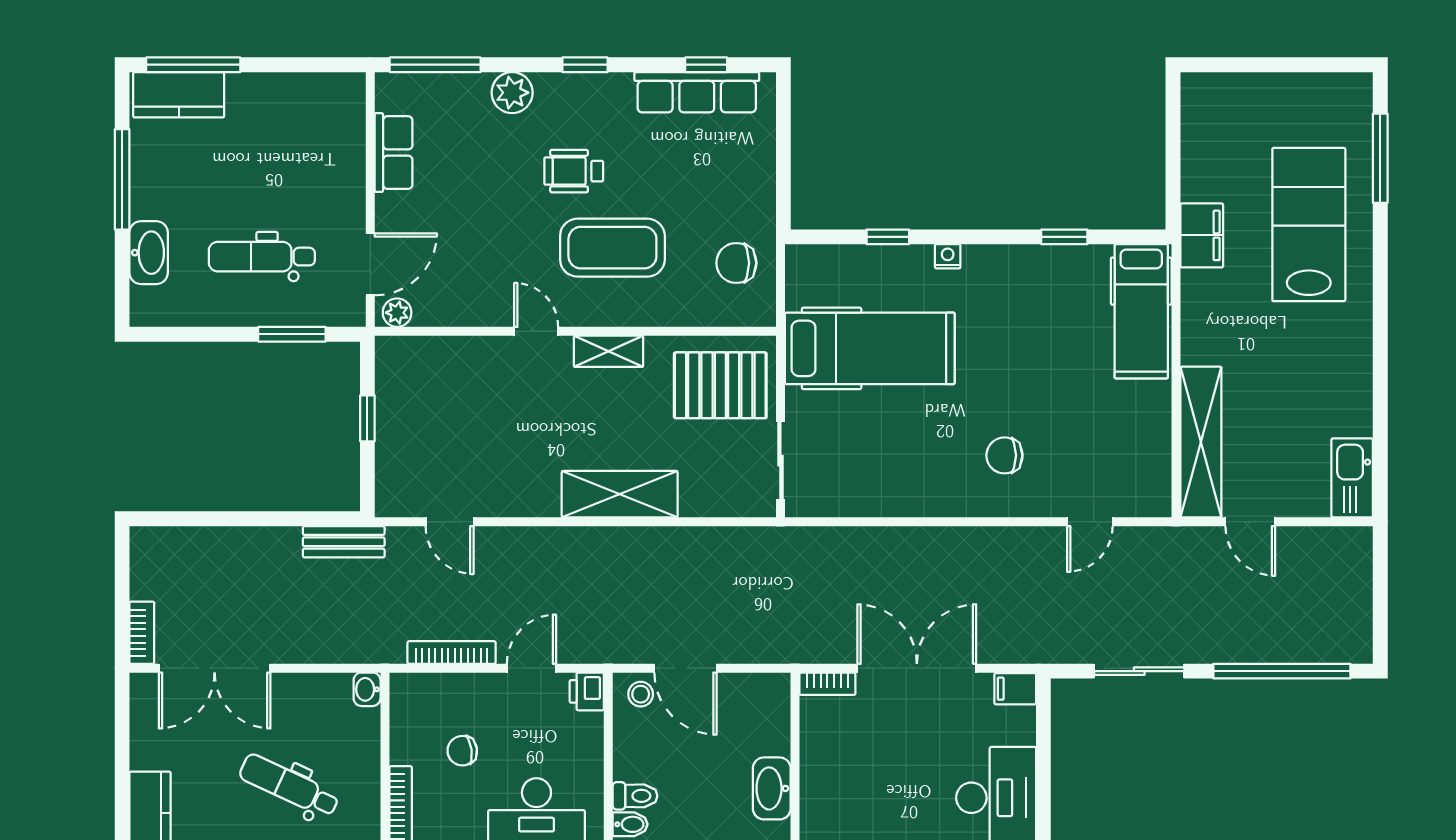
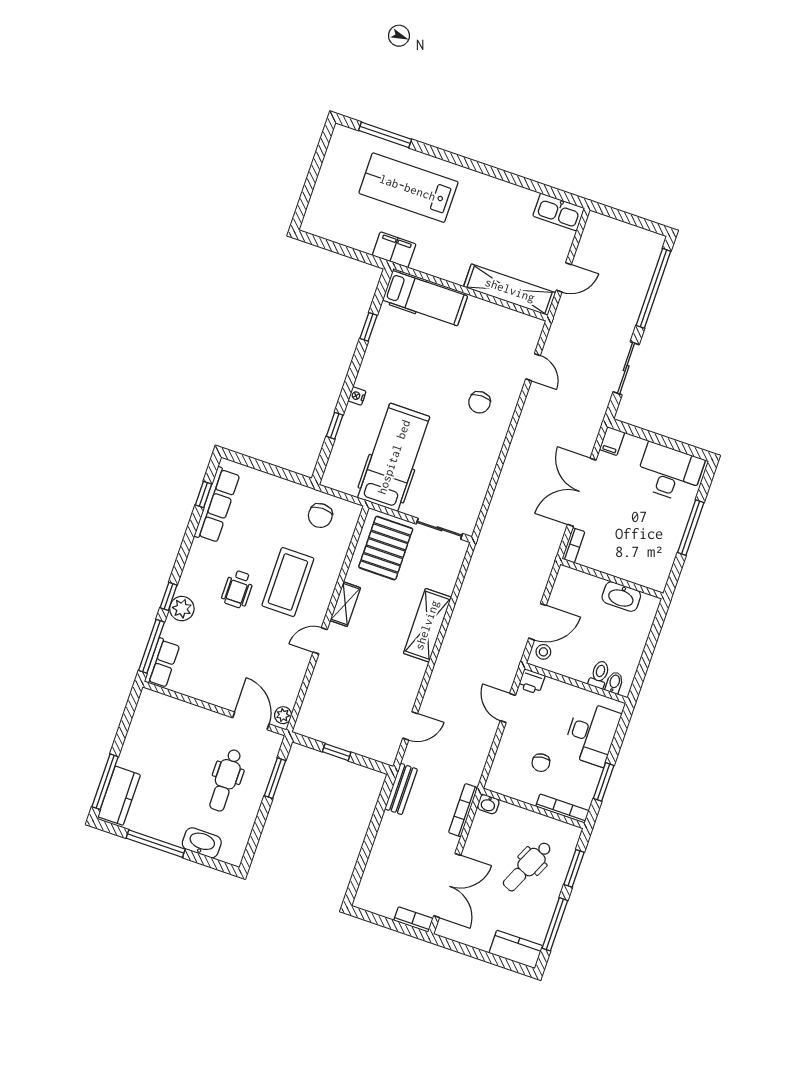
window: (585, 65) -> (169, 596), moved
row of seats: (394, 153) -> (162, 663), moved, turned 90
bookcase: (452, 653) -> (463, 810), moved

